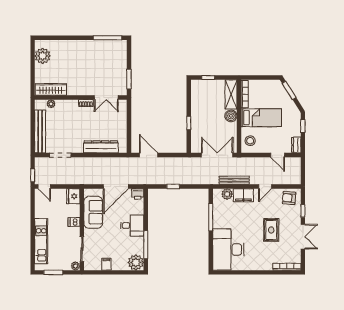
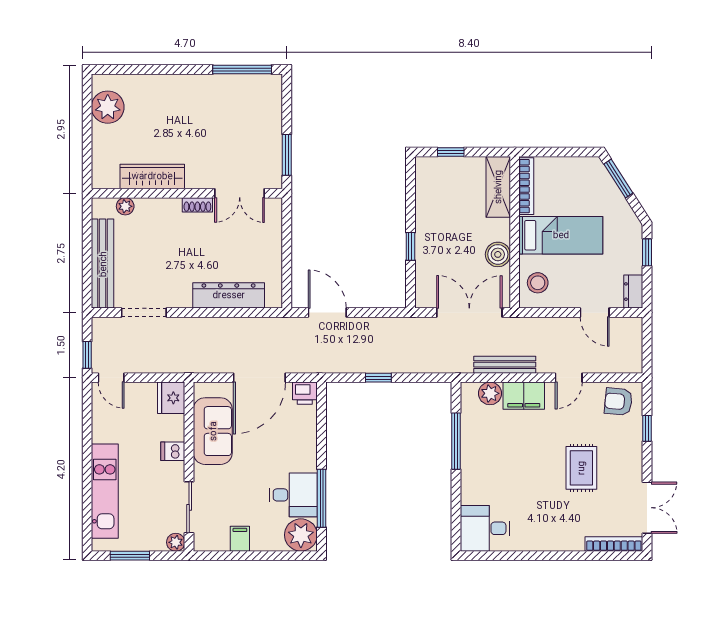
wardrobe: (51, 89) -> (152, 176), moved
boiler: (231, 116) -> (498, 254), moved
desk: (132, 225) -> (293, 495), moved
double door: (303, 237) -> (647, 508), moved
desk: (228, 250) -> (485, 528), width x0.53, depth x0.77

